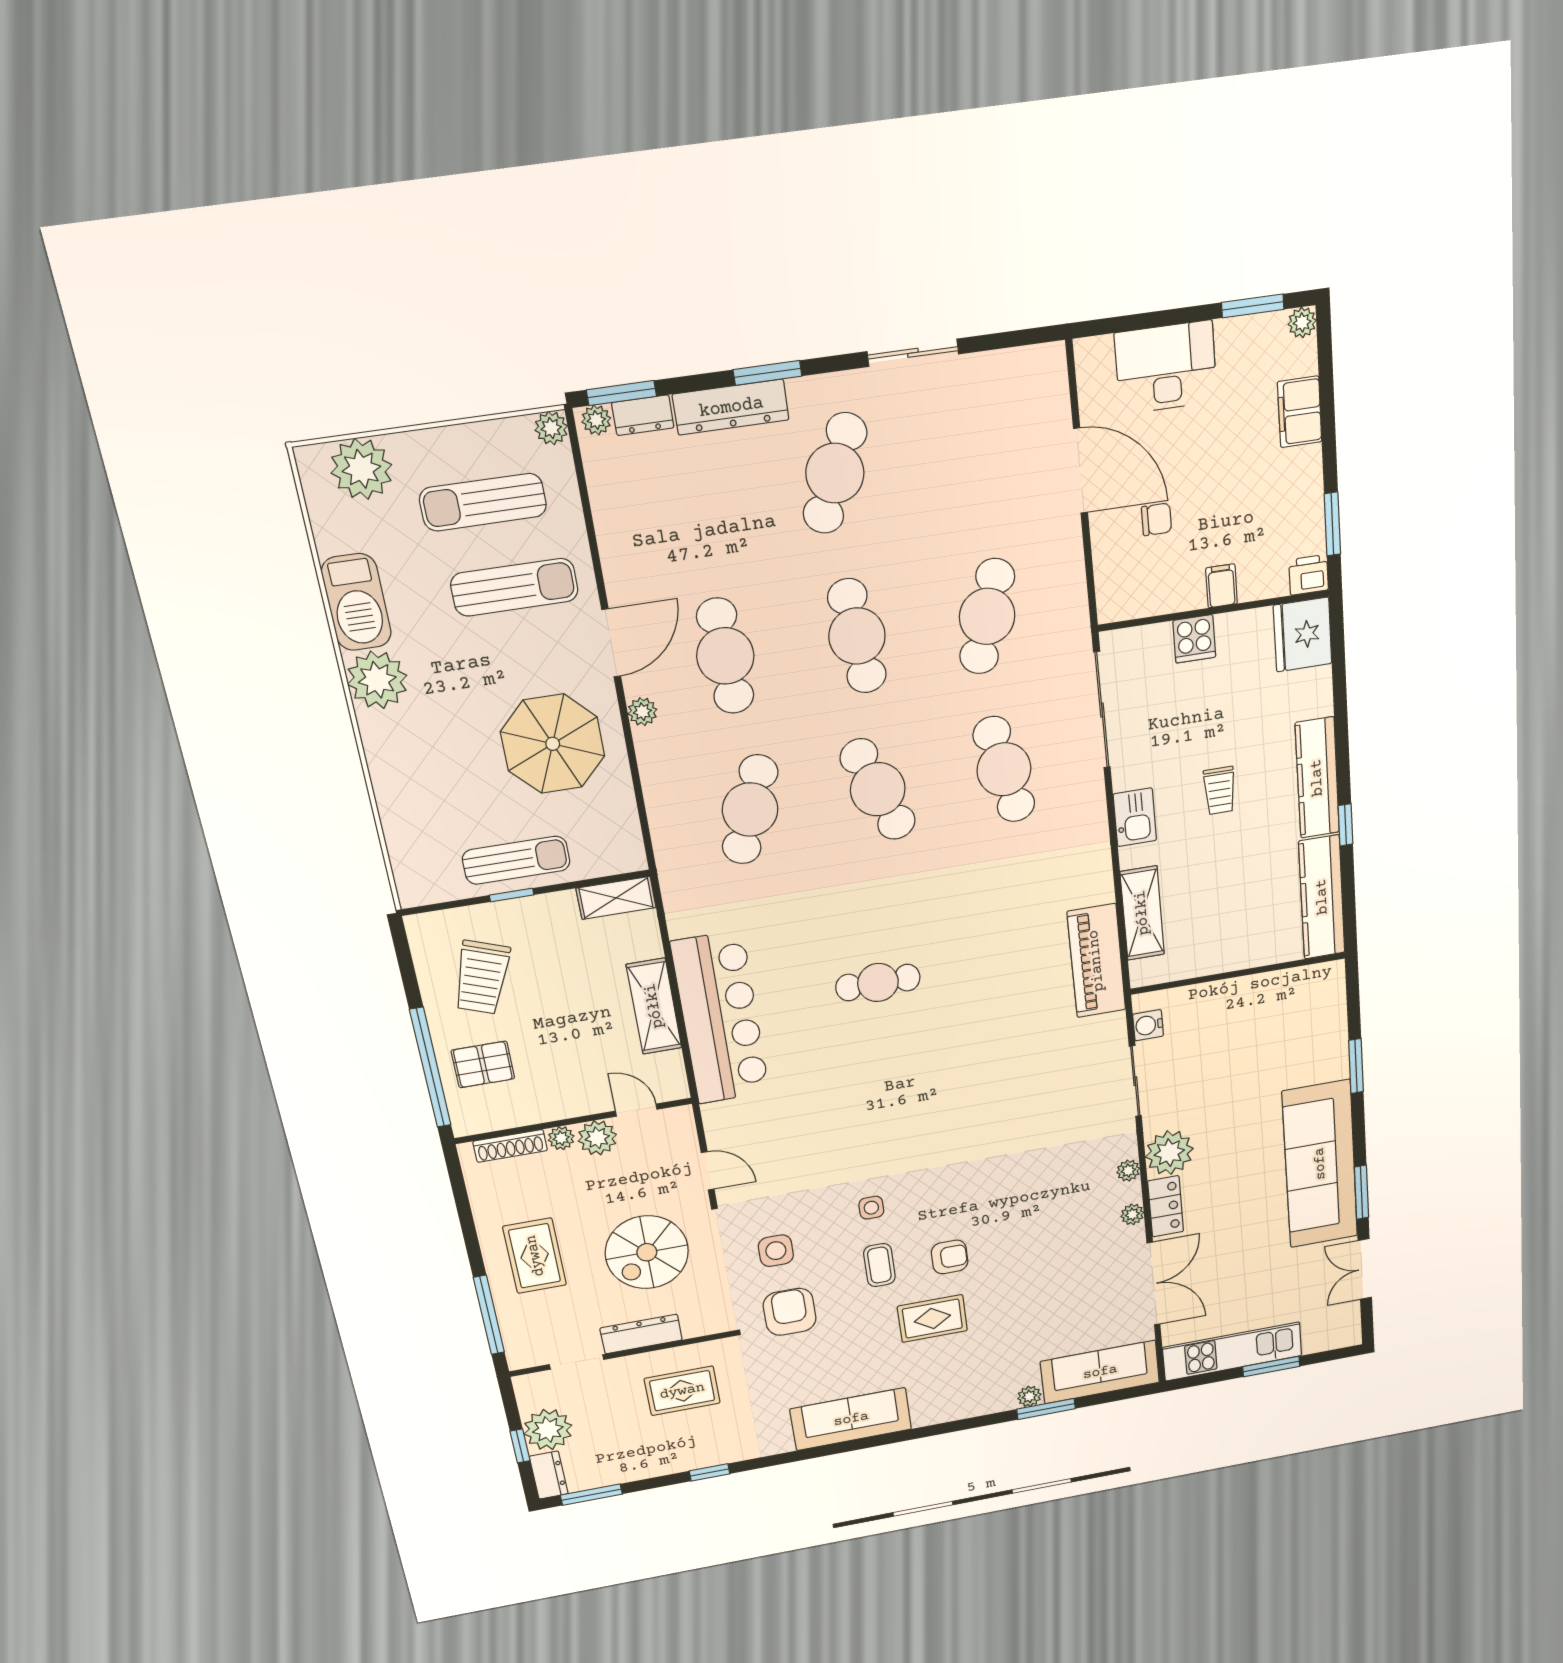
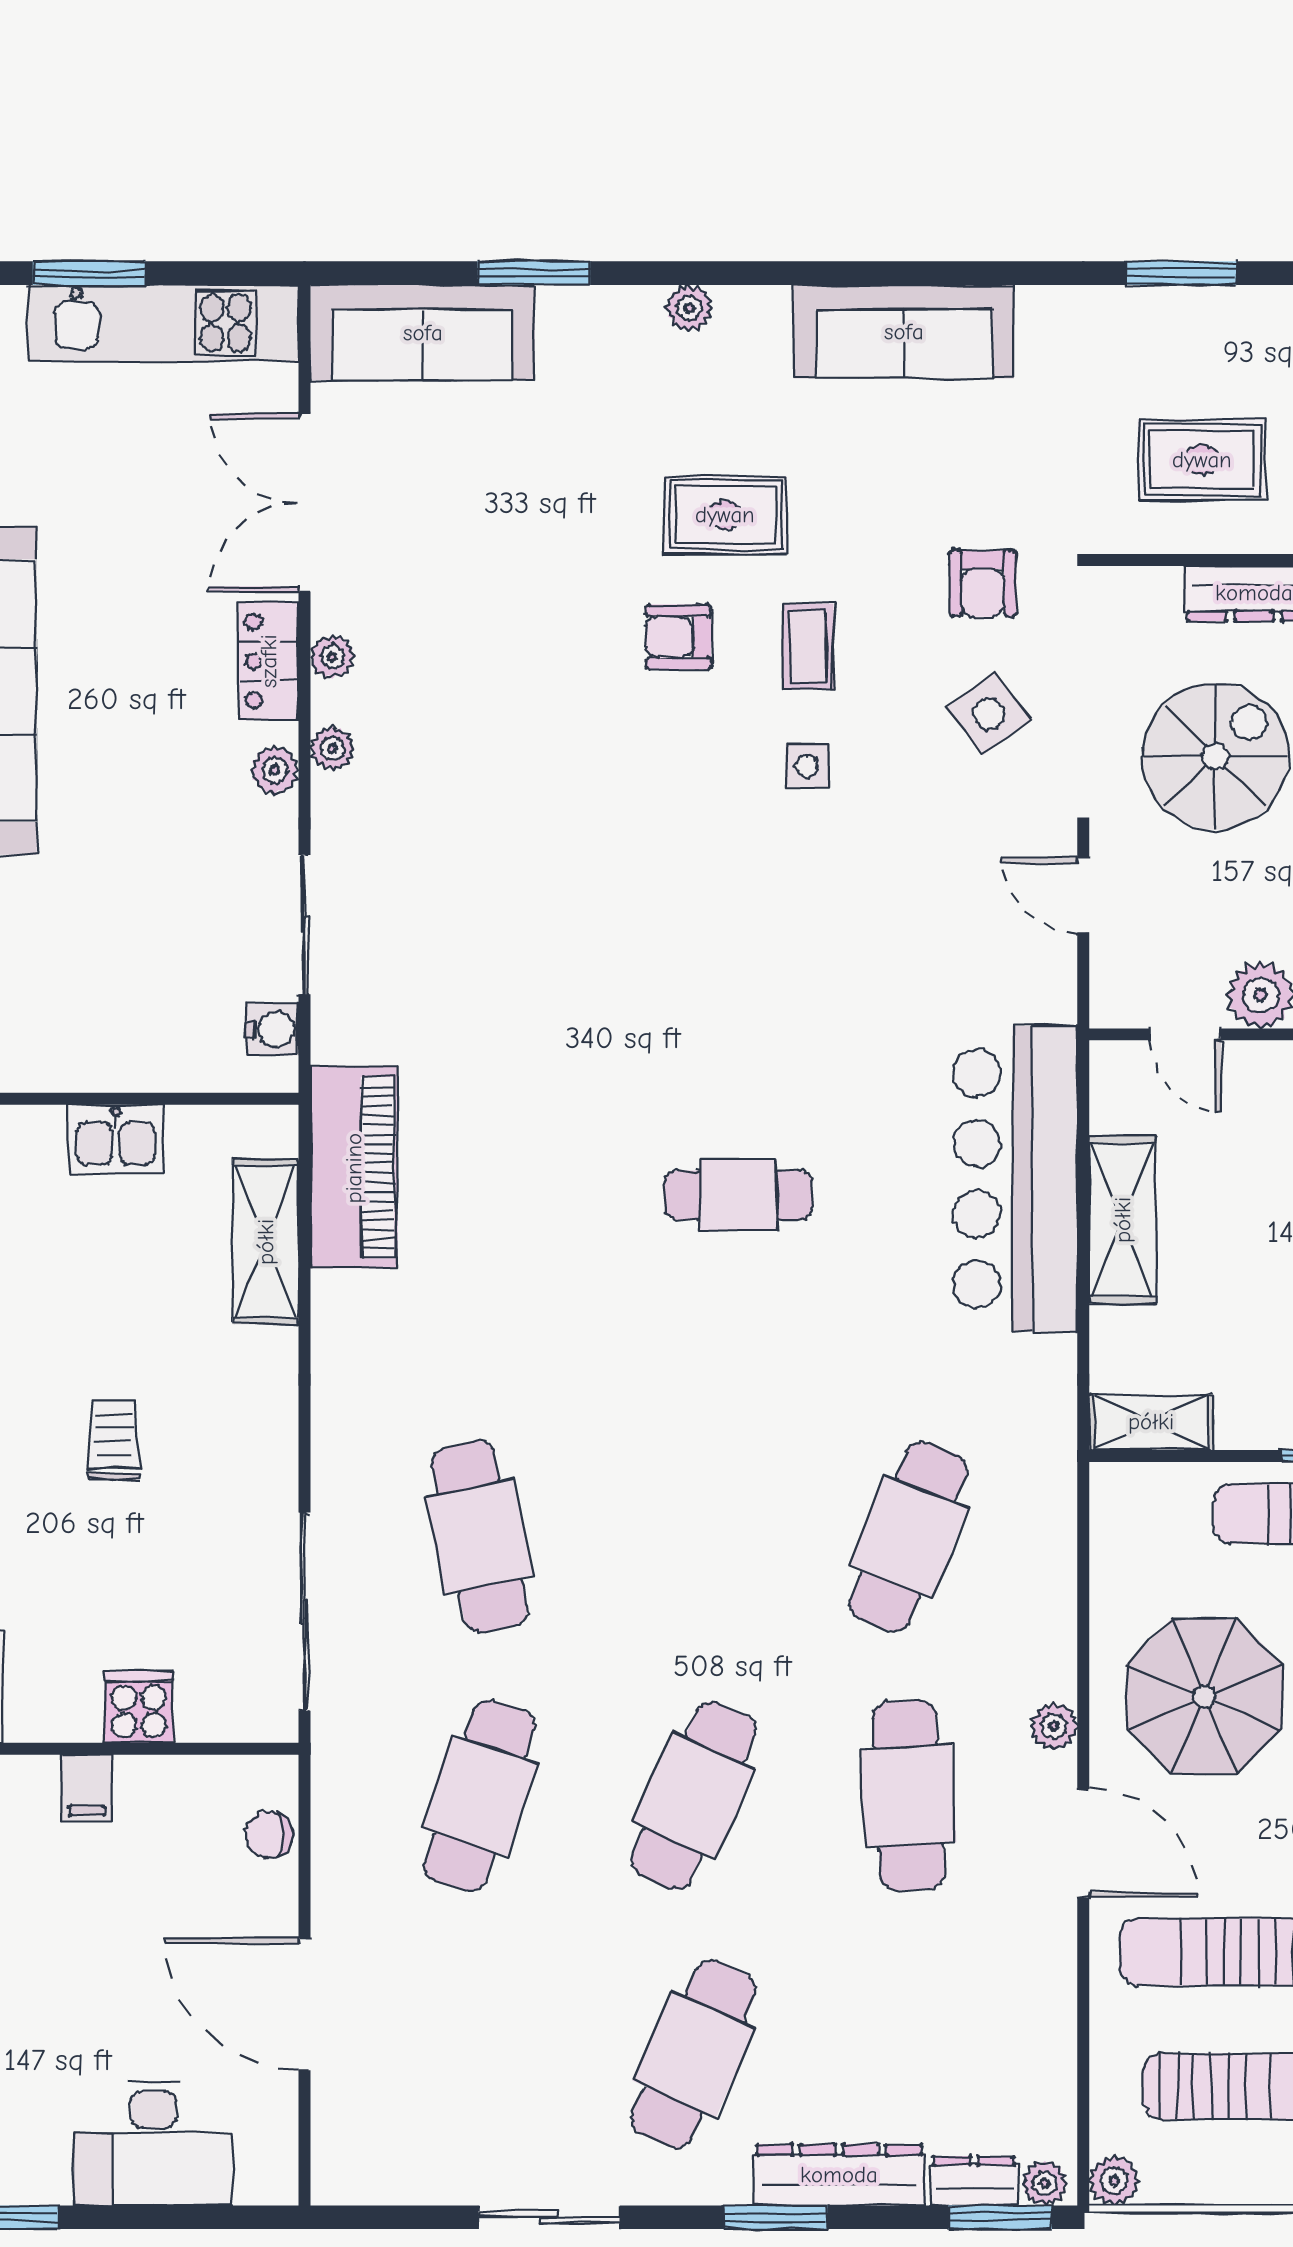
chair: (1157, 519) -> (269, 1834), moved
cafe table: (857, 636) -> (694, 1796), turned 30
door: (611, 643) -> (1083, 1843), swing flipped
cafe table: (878, 789) -> (694, 1537), removed
kitchen sink: (1135, 817) -> (116, 1139), moved, turned -90
plant: (1169, 1153) -> (274, 770), width x0.53, depth x0.53
side table: (776, 1251) -> (989, 714), turned -37
armchair: (790, 1312) -> (983, 583), width x0.72, depth x0.72
plant: (1029, 1396) -> (689, 308), moved
window: (710, 1472) -> (1181, 273), width x1.50

